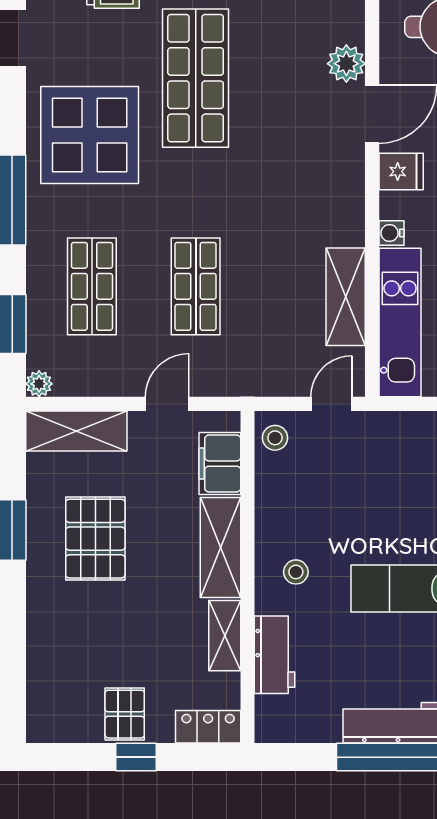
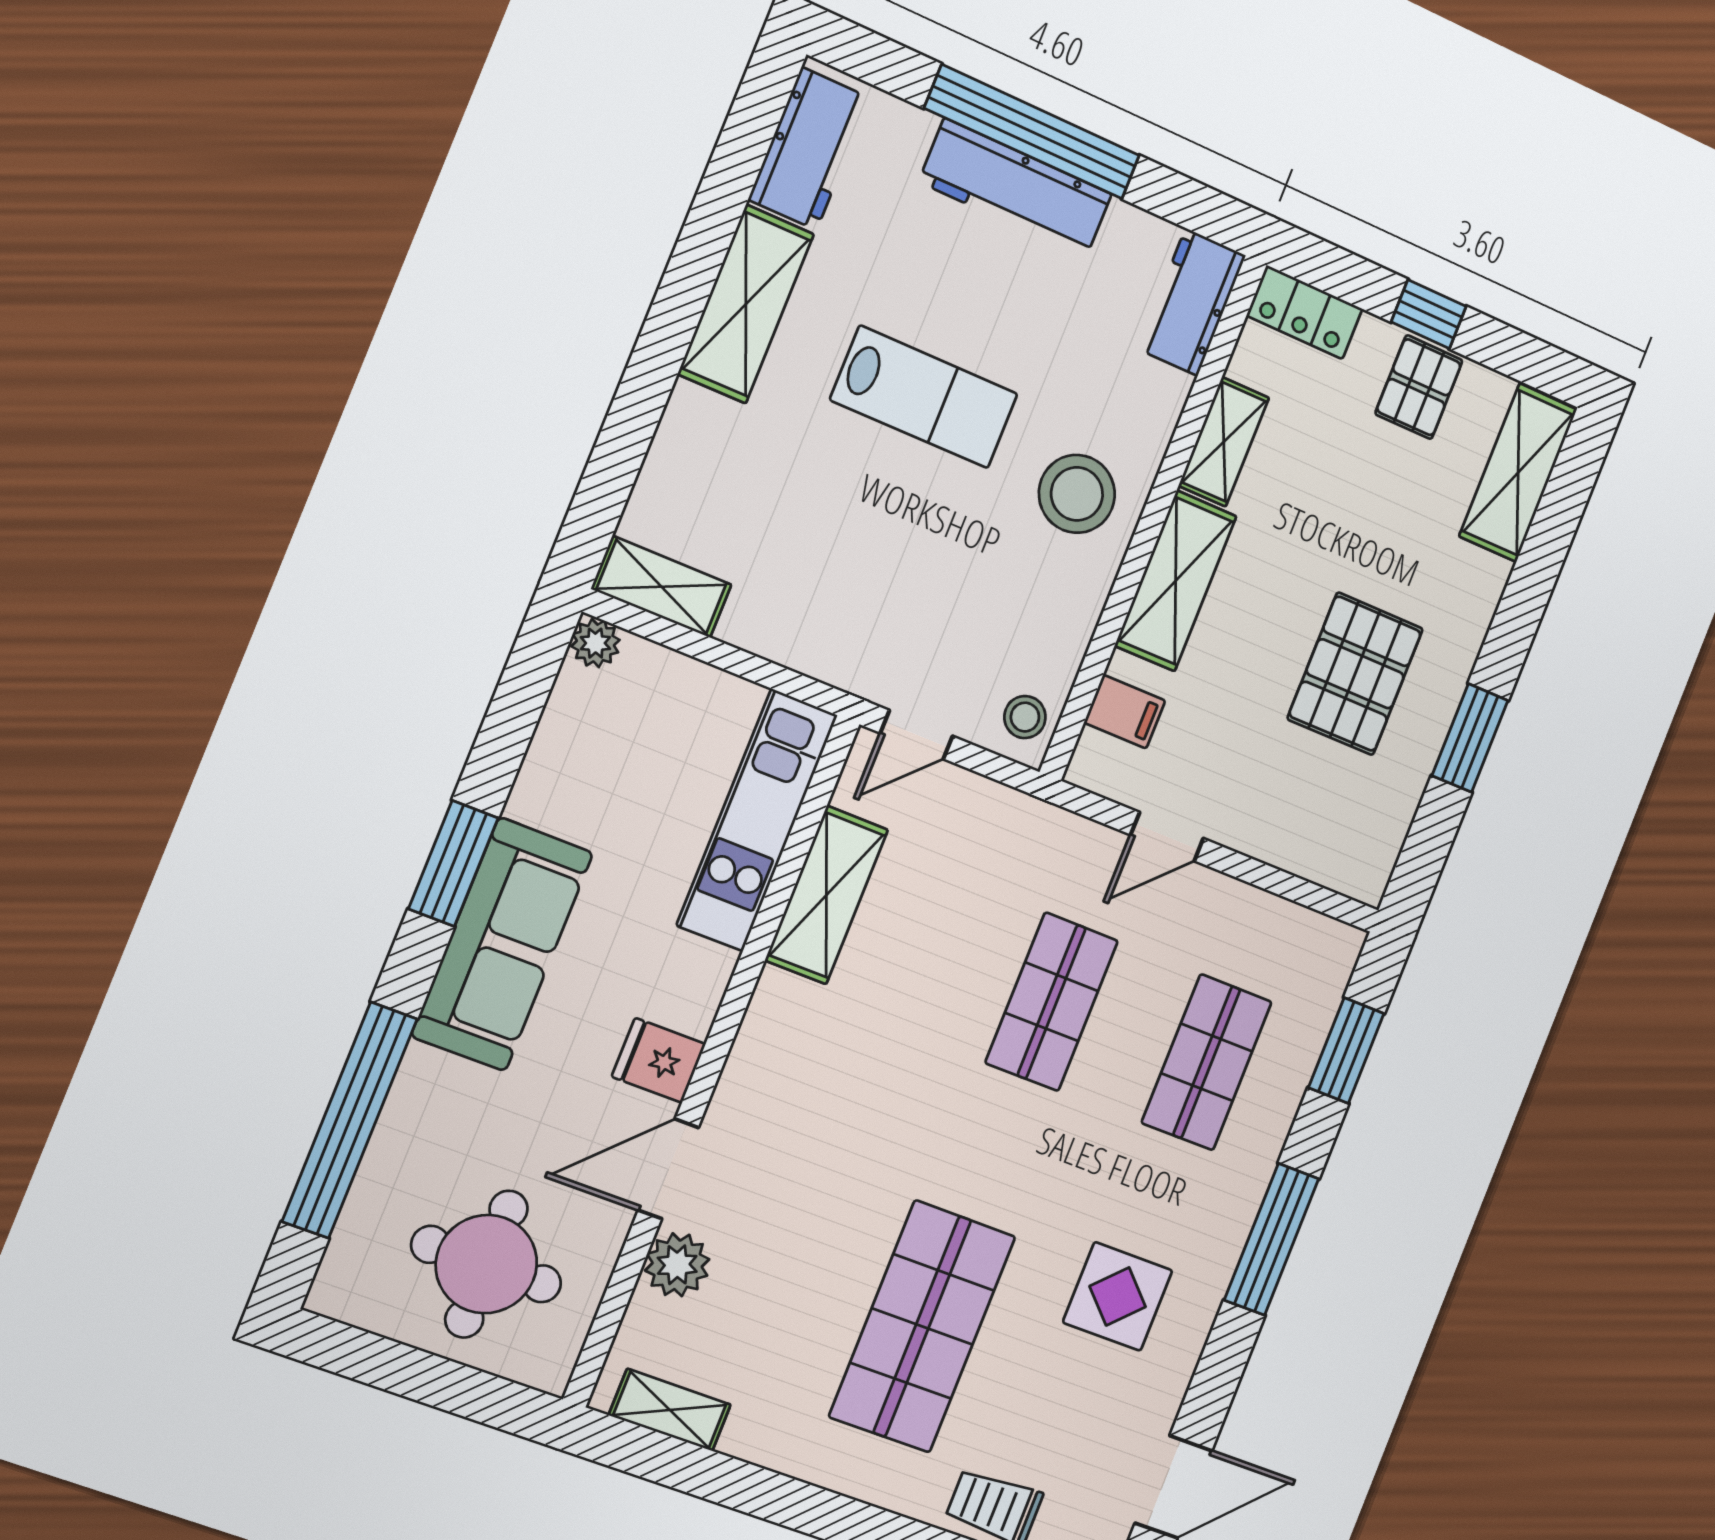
display table: (90, 135) -> (1118, 1296), width x0.54, depth x0.54
water cooler: (392, 233) -> (713, 968), removed
plant: (39, 384) -> (1343, 944), removed
shelving: (76, 431) -> (1518, 473), moved, turned 90
filing cabinet: (220, 464) -> (1125, 712), width x0.50
stool: (296, 572) -> (1077, 494), width x1.89, depth x1.89
workbench: (275, 655) -> (1192, 302), moved

